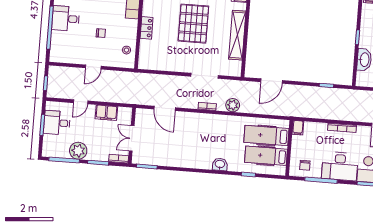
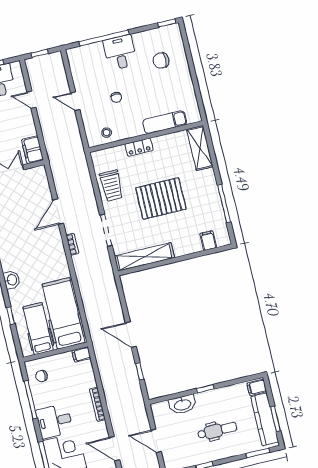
shelving: (237, 35) -> (144, 257), moved
trolley: (170, 60) -> (112, 186), added
door: (272, 81) -> (131, 335), moved
plant: (233, 105) -> (83, 273), removed
door: (165, 108) -> (58, 212), moved
filing cabinet: (106, 113) -> (33, 150), moved
hospital bed: (266, 135) -> (64, 313), width x1.37, depth x1.29
desk: (340, 166) -> (55, 421), width x0.73

